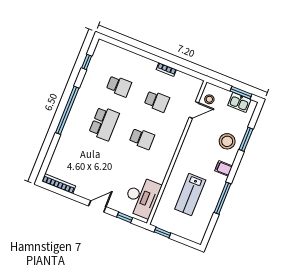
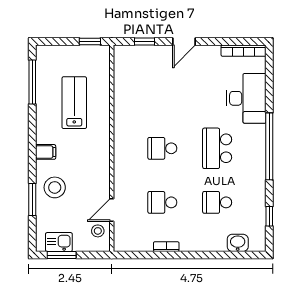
washbasin: (116, 52) -> (238, 243), added
desk: (142, 197) -> (246, 98), moved, turned 180
window: (222, 198) -> (32, 82), moved

